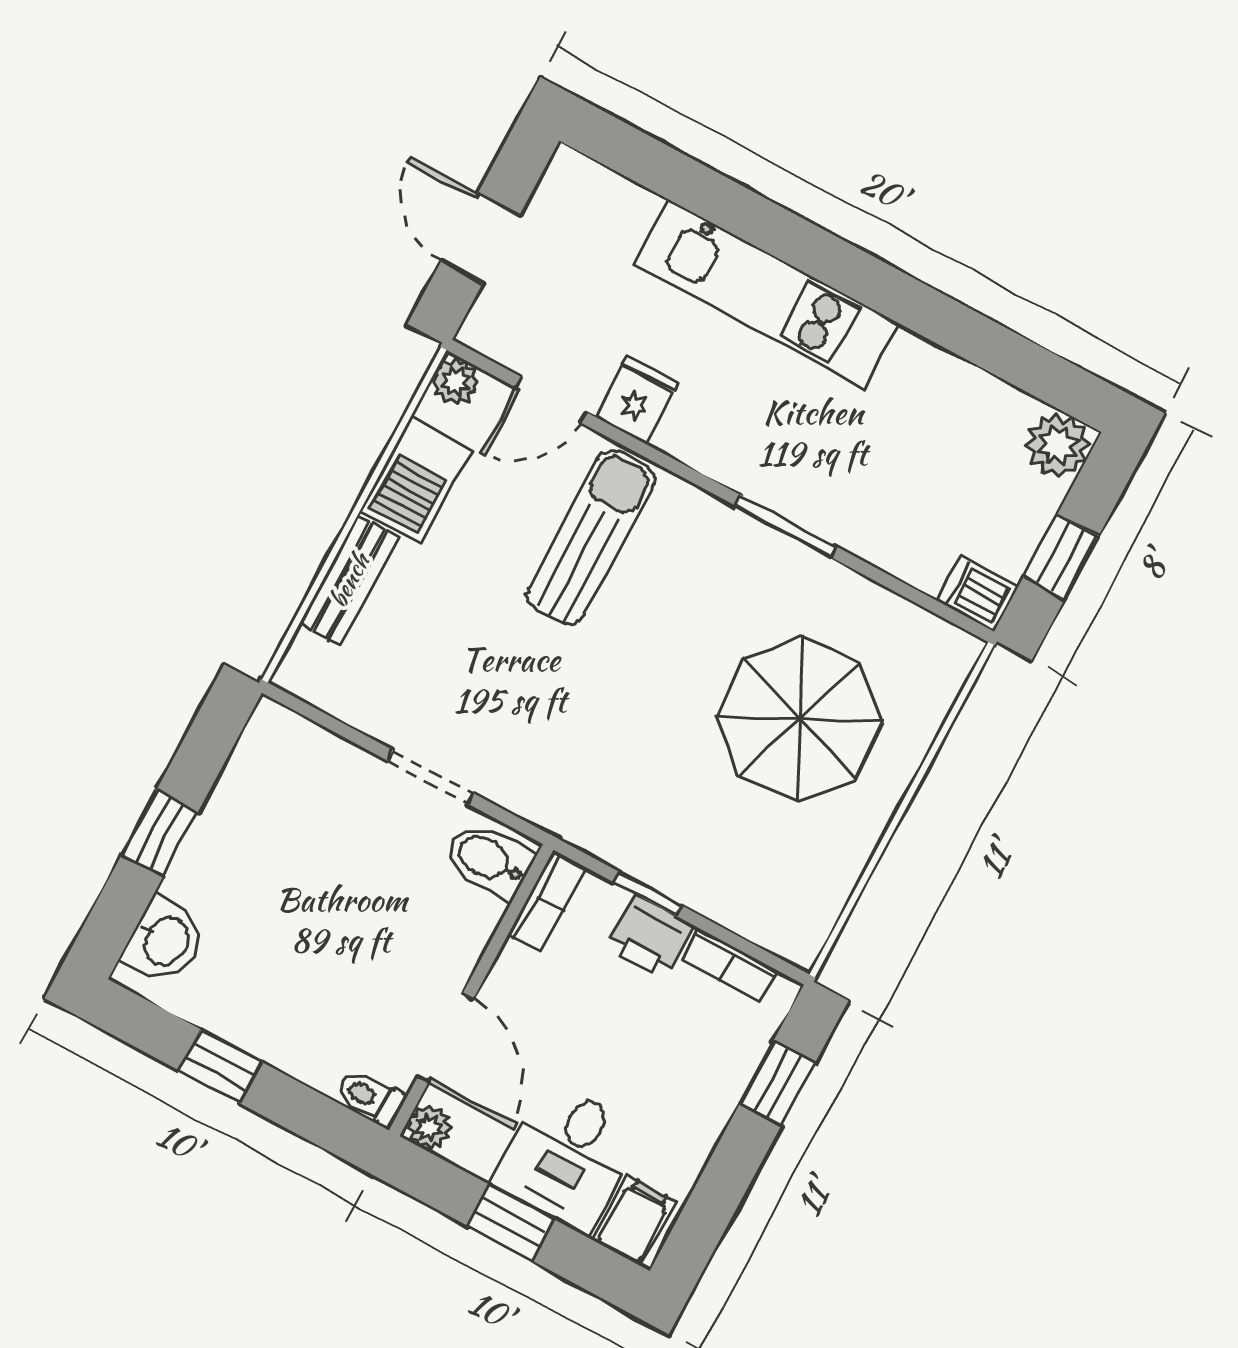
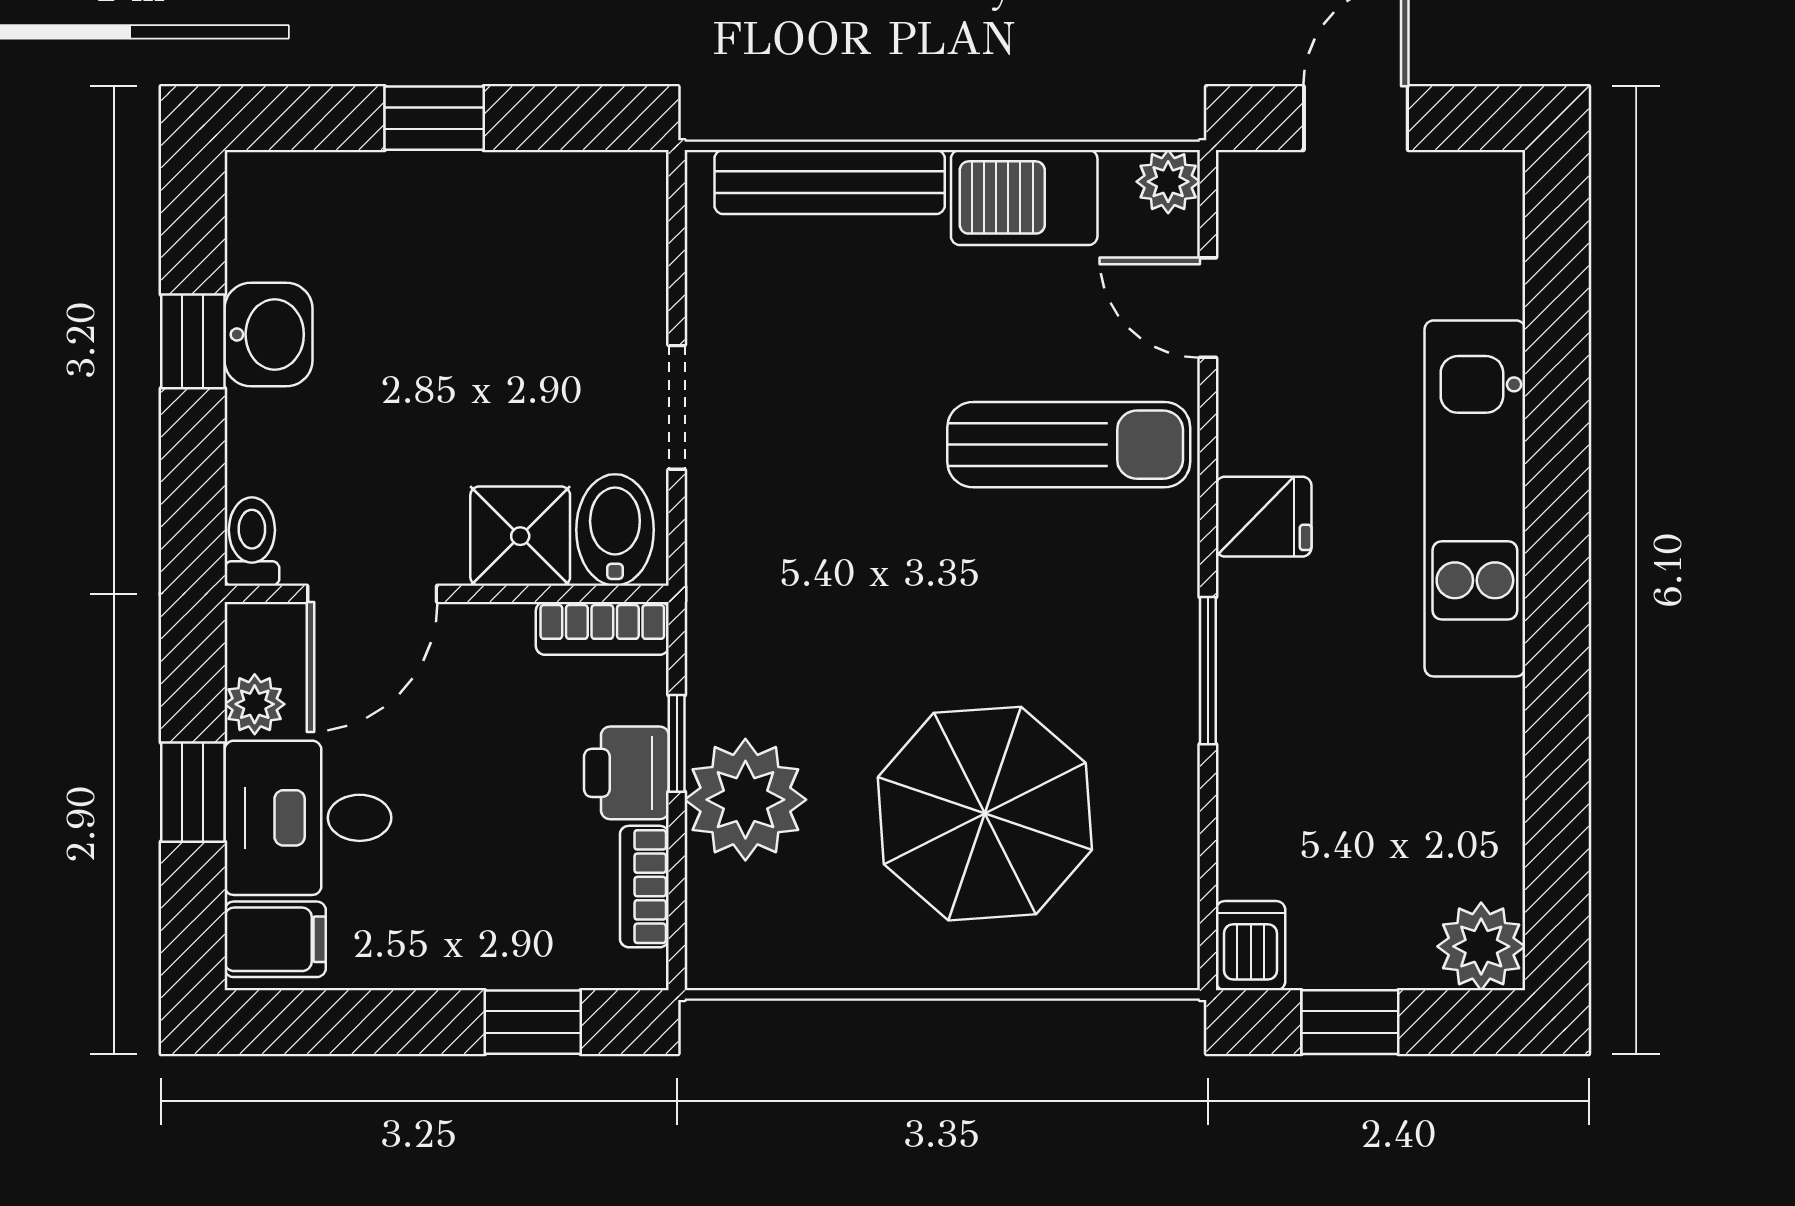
fridge: (637, 400) -> (1264, 517), moved
bench: (349, 580) -> (830, 182), width x1.36
plant: (708, 869) -> (745, 800), added
shower: (460, 923) -> (520, 536), added
washbasin: (165, 940) -> (269, 334), moved, turned -90
plant: (429, 1127) -> (255, 704), moved

